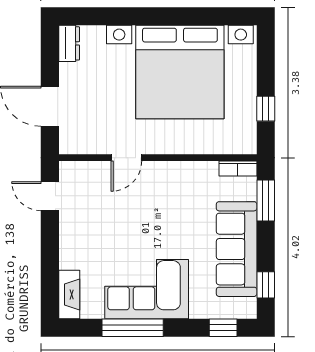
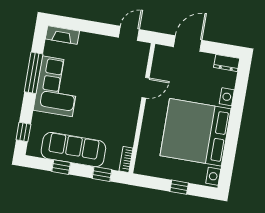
window: (266, 109) -> (179, 187), moved
door: (126, 158) -> (146, 88), swing flipped
window: (266, 201) -> (102, 174), width x0.67
window: (266, 285) -> (61, 167), moved

